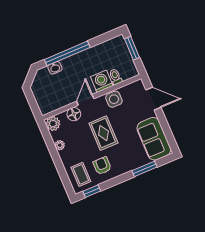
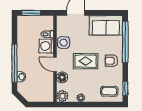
armchair: (102, 166) -> (111, 61), moved
window: (144, 169) -> (125, 42), width x2.11

